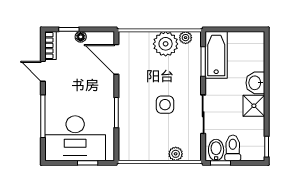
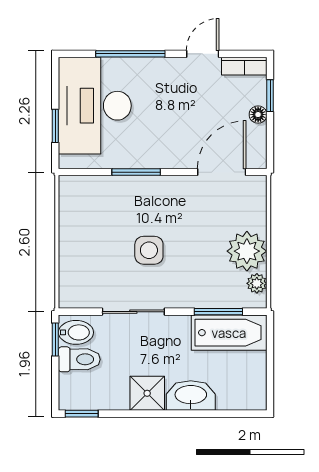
washbasin: (255, 83) -> (191, 396), width x1.38
plant: (176, 154) -> (70, 267), removed

